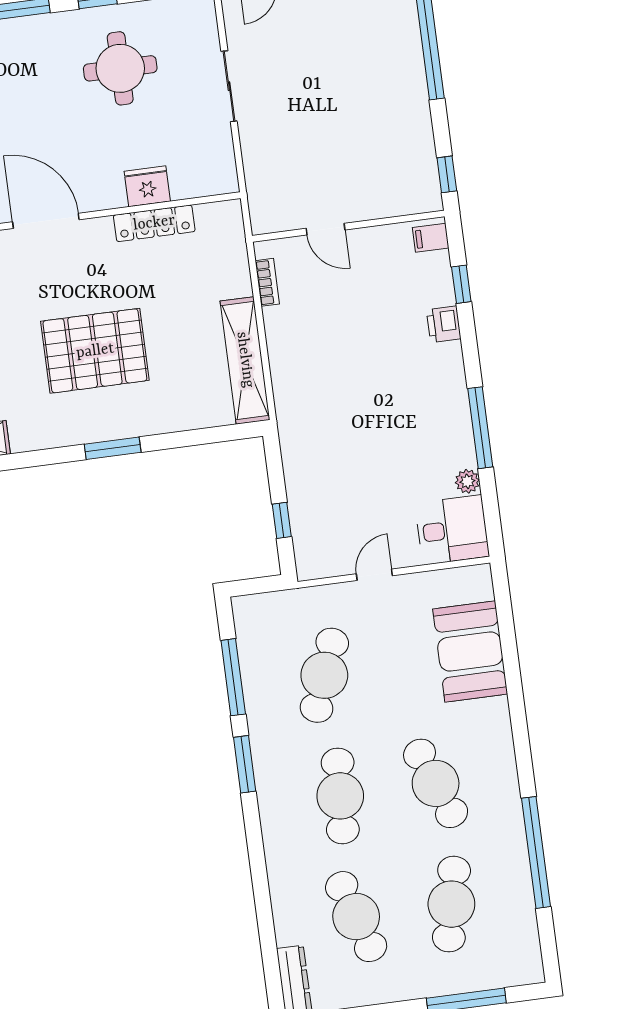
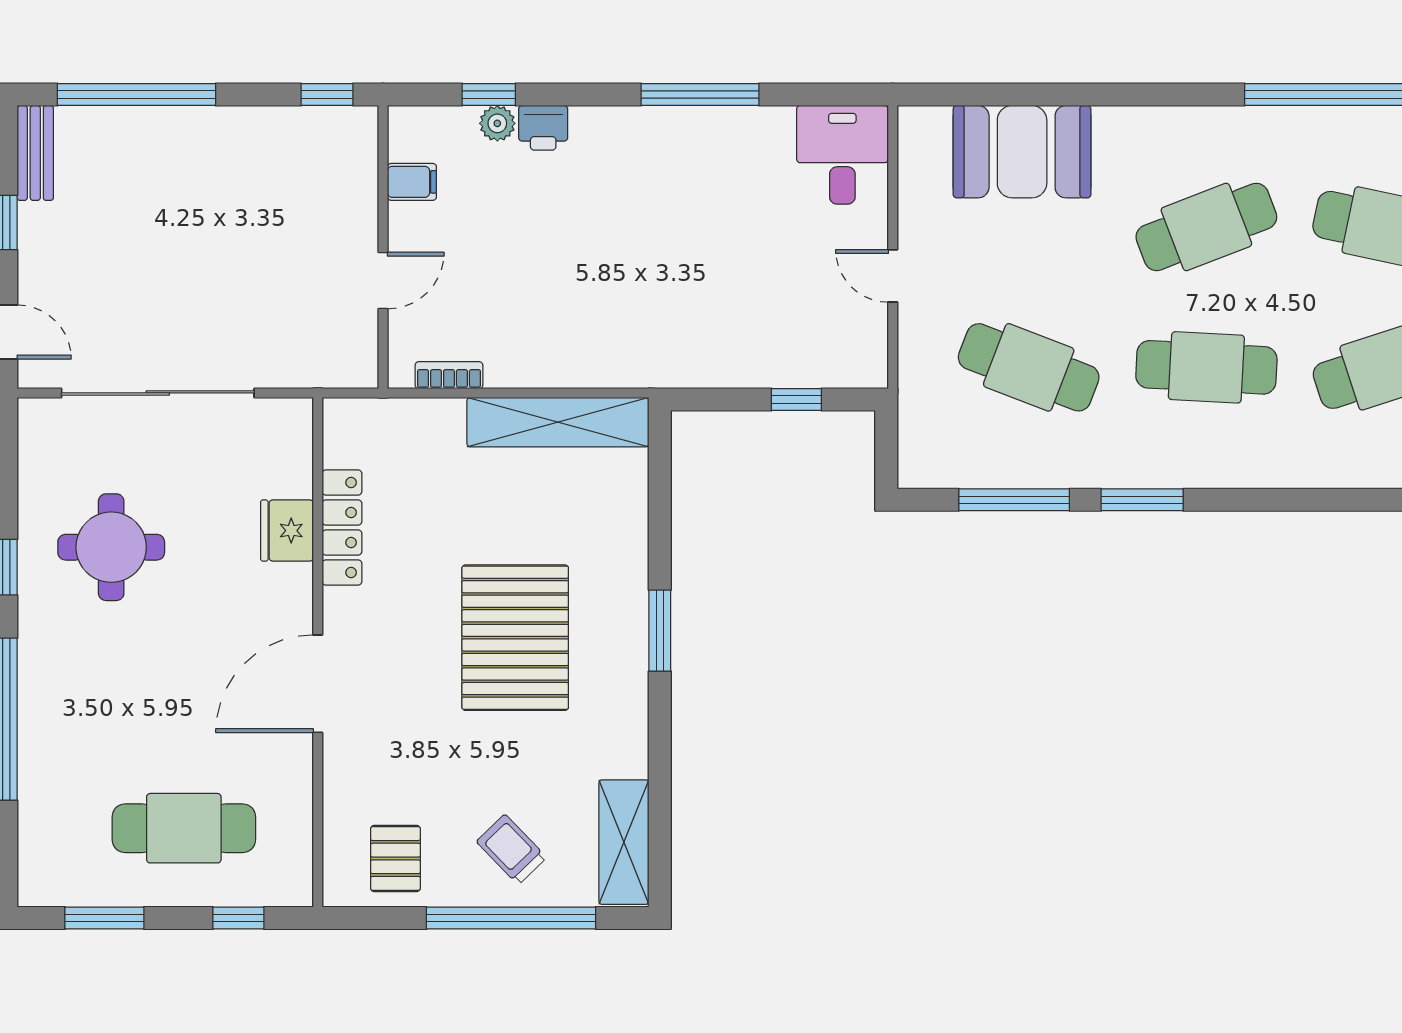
sliding door: (229, 86) -> (158, 393), width x1.86
filing cabinet: (431, 238) -> (412, 182), moved, turned -90
plant: (467, 481) -> (497, 123), moved

